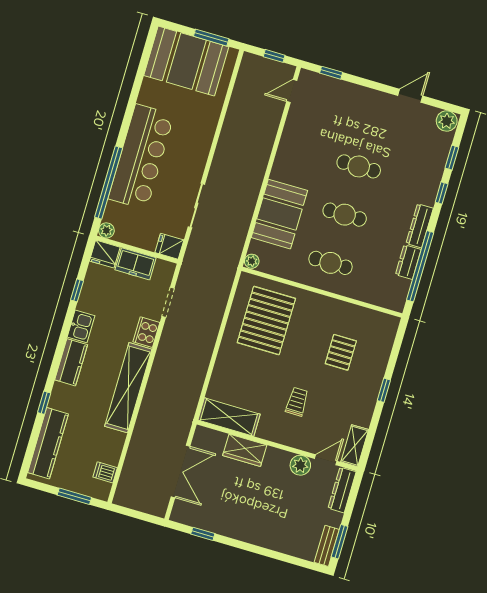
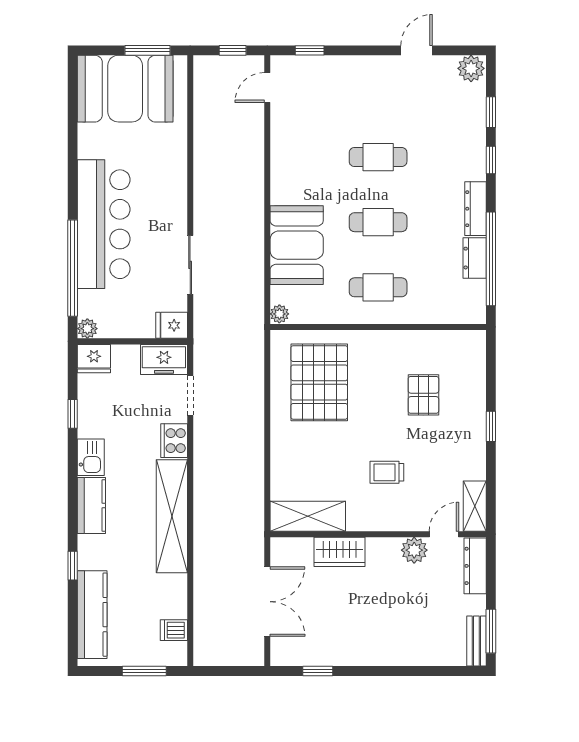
freezer: (136, 264) -> (164, 359), moved
trolley: (297, 402) -> (387, 472), turned -90

